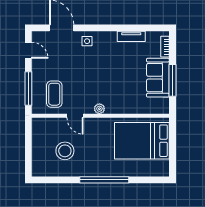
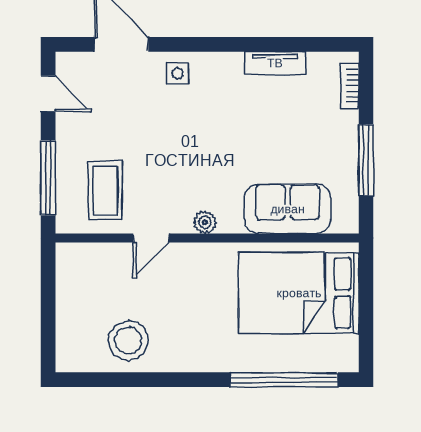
sofa: (158, 78) -> (288, 209), moved, turned 90
door: (75, 116) -> (151, 238), hinge flipped
stool: (65, 151) -> (128, 340), moved
window: (104, 180) -> (284, 380), moved

